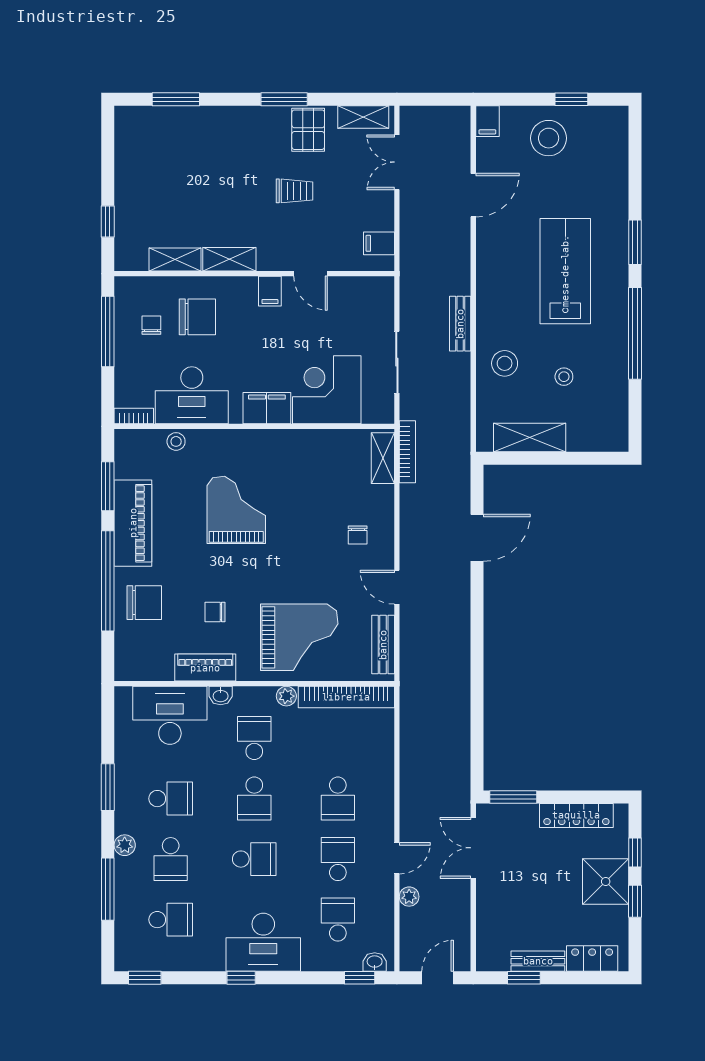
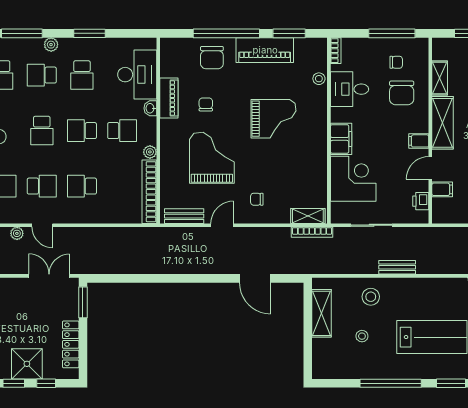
filing cabinet: (379, 243) -> (442, 189), moved, turned 90
shelving: (229, 259) -> (443, 123), width x1.50, depth x1.33
printer: (361, 288) -> (421, 201), added
desk: (192, 395) -> (350, 89), width x0.73
grand piano: (299, 637) -> (212, 158), moved, turned 180

